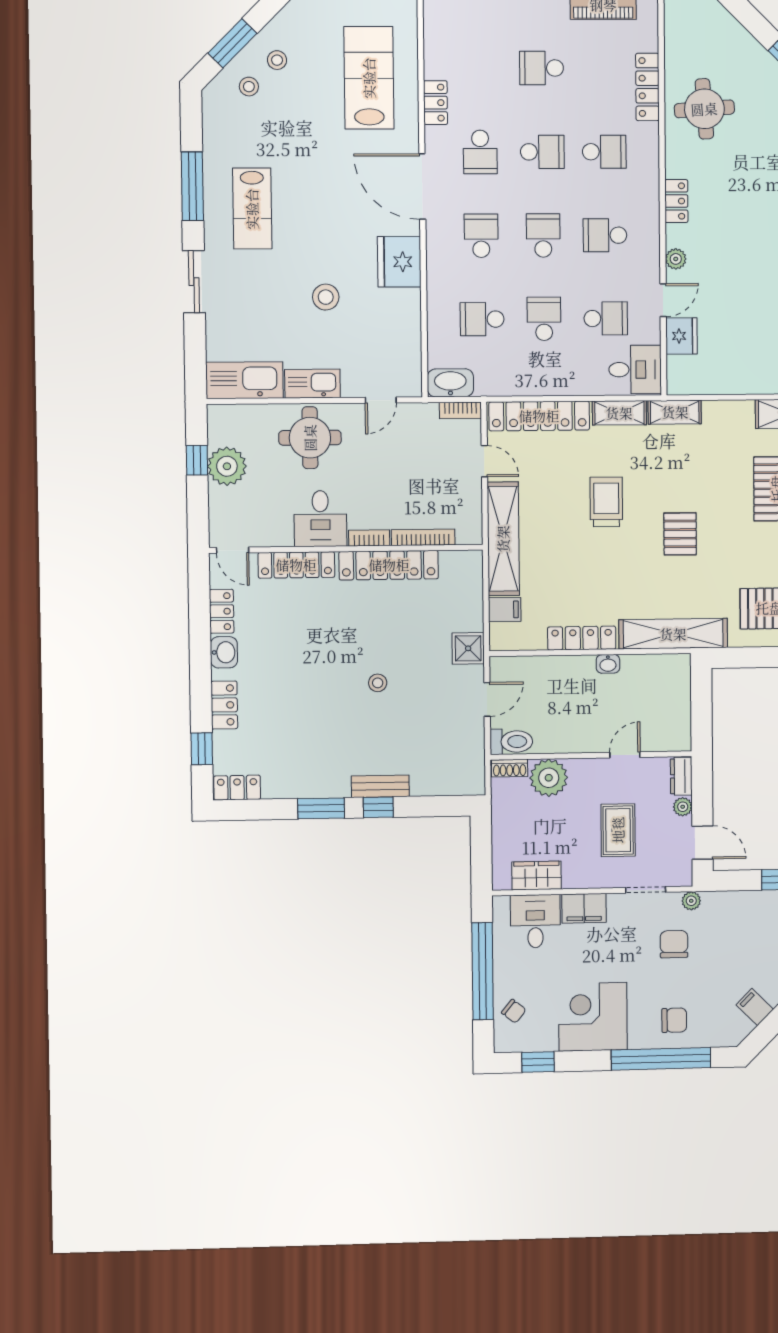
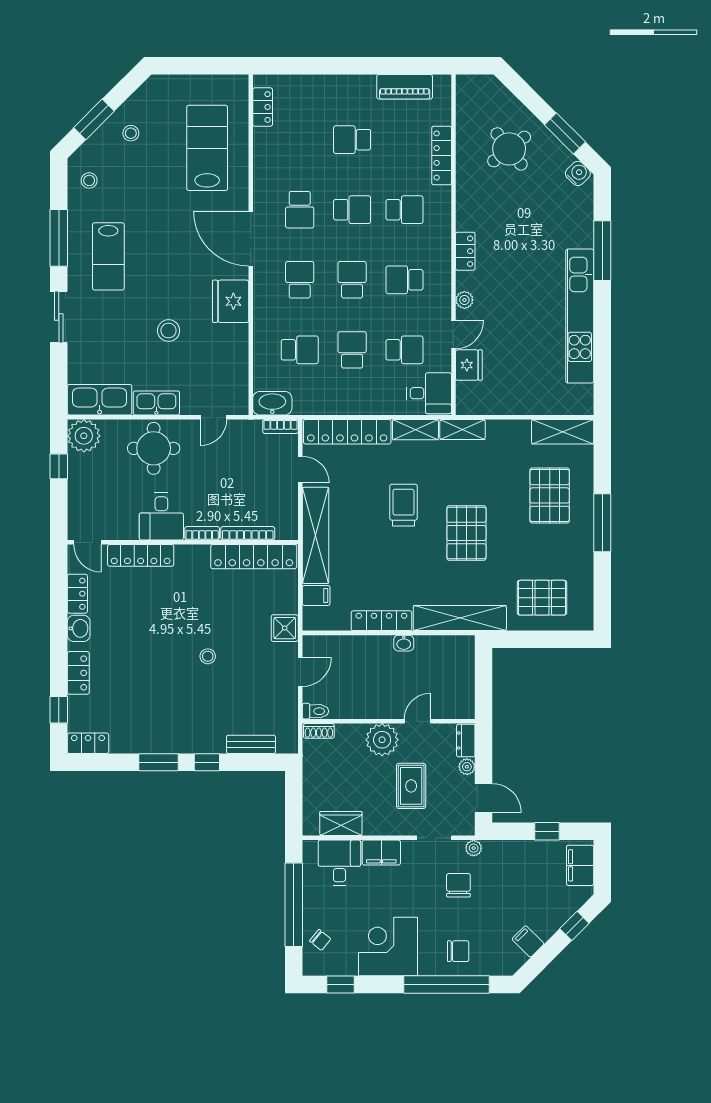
stool: (249, 87) -> (89, 180), moved
locker: (436, 103) -> (263, 107), moved
round table: (704, 109) -> (509, 149), moved, turned -34
school desk: (482, 319) -> (300, 350), turned 180
plant: (227, 466) -> (84, 436), moved
pallet: (680, 534) -> (466, 533), width x1.50, depth x1.42
locker: (389, 565) -> (254, 557), moved
toilet: (511, 742) -> (315, 711), width x0.73, depth x0.72
plant: (549, 778) -> (382, 740), moved
bench: (380, 786) -> (251, 744), moved

